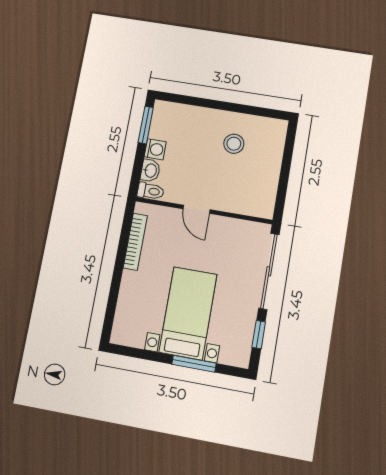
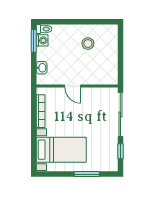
washing machine: (155, 149) -> (42, 40), moved
toilet: (151, 191) -> (44, 29), moved
bed with nightstands: (188, 313) -> (61, 150), moved, turned 90

